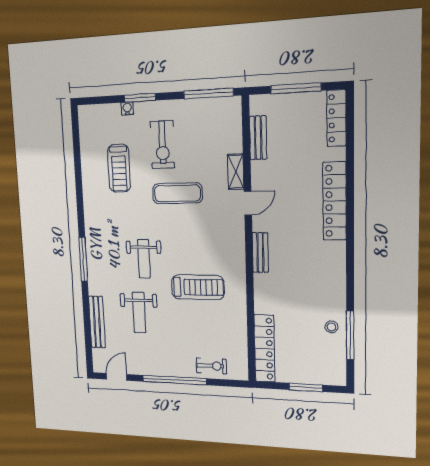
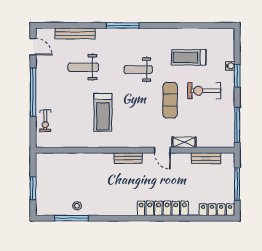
weight bench: (144, 259) -> (138, 70), moved
locker: (265, 349) -> (60, 160), removed

